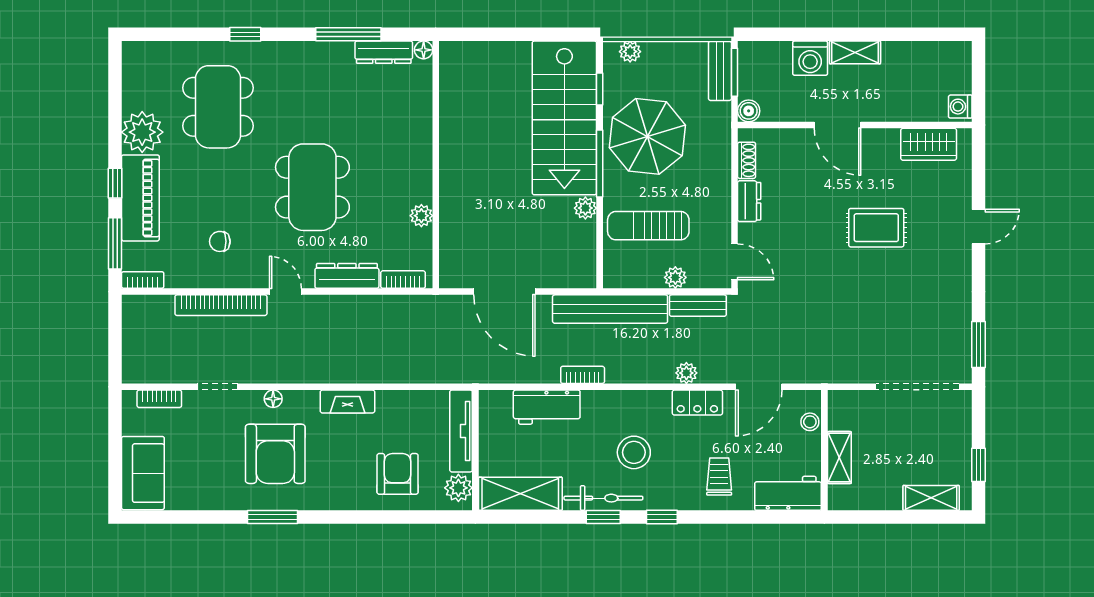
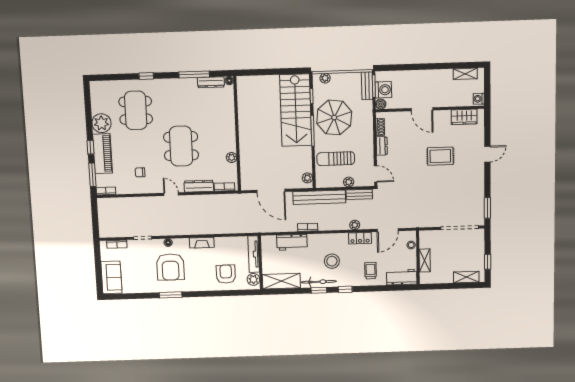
shelving: (855, 52) -> (465, 74), moved
washing machine: (810, 58) -> (383, 90), moved, turned -90
plant: (585, 208) -> (307, 178), moved
bookcase: (221, 305) -> (142, 201), removed

